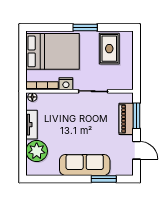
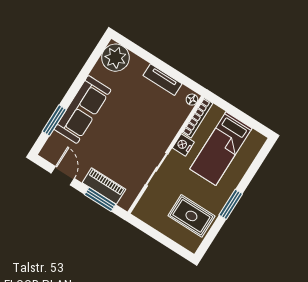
bed: (53, 51) -> (221, 149), width x0.67
door: (137, 150) -> (63, 176), swing flipped
plant: (37, 151) -> (115, 58), moved

